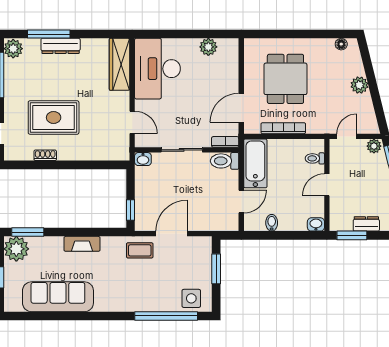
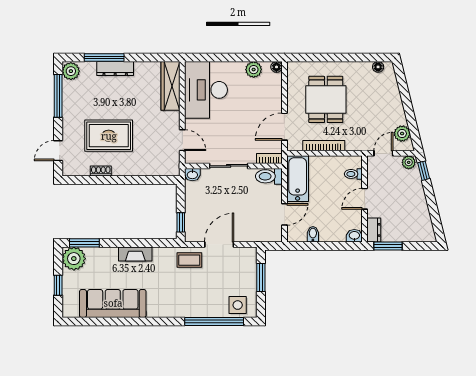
floor lamp: (233, 44) -> (276, 67), added
plant: (359, 85) -> (402, 134), moved
dresser: (366, 224) -> (374, 230), moved, turned 90

